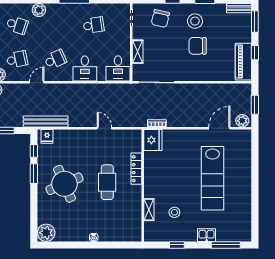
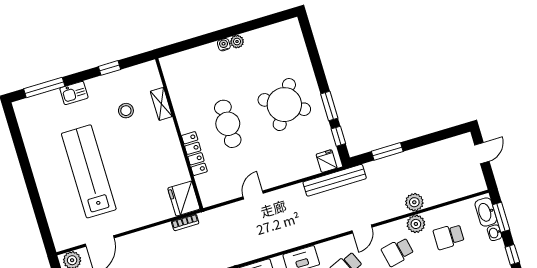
door: (104, 128) -> (253, 195), swing flipped
round table: (64, 184) -> (284, 105), turned -37
plant: (46, 233) -> (237, 42), moved, width x0.53, depth x0.53

